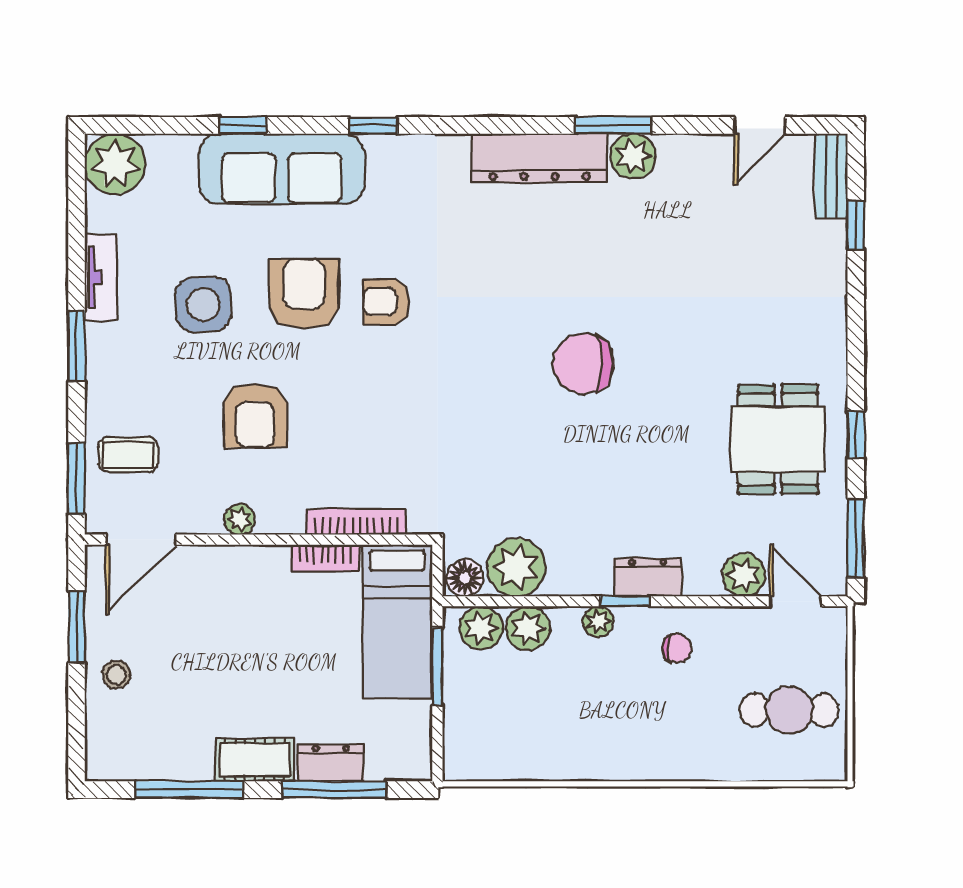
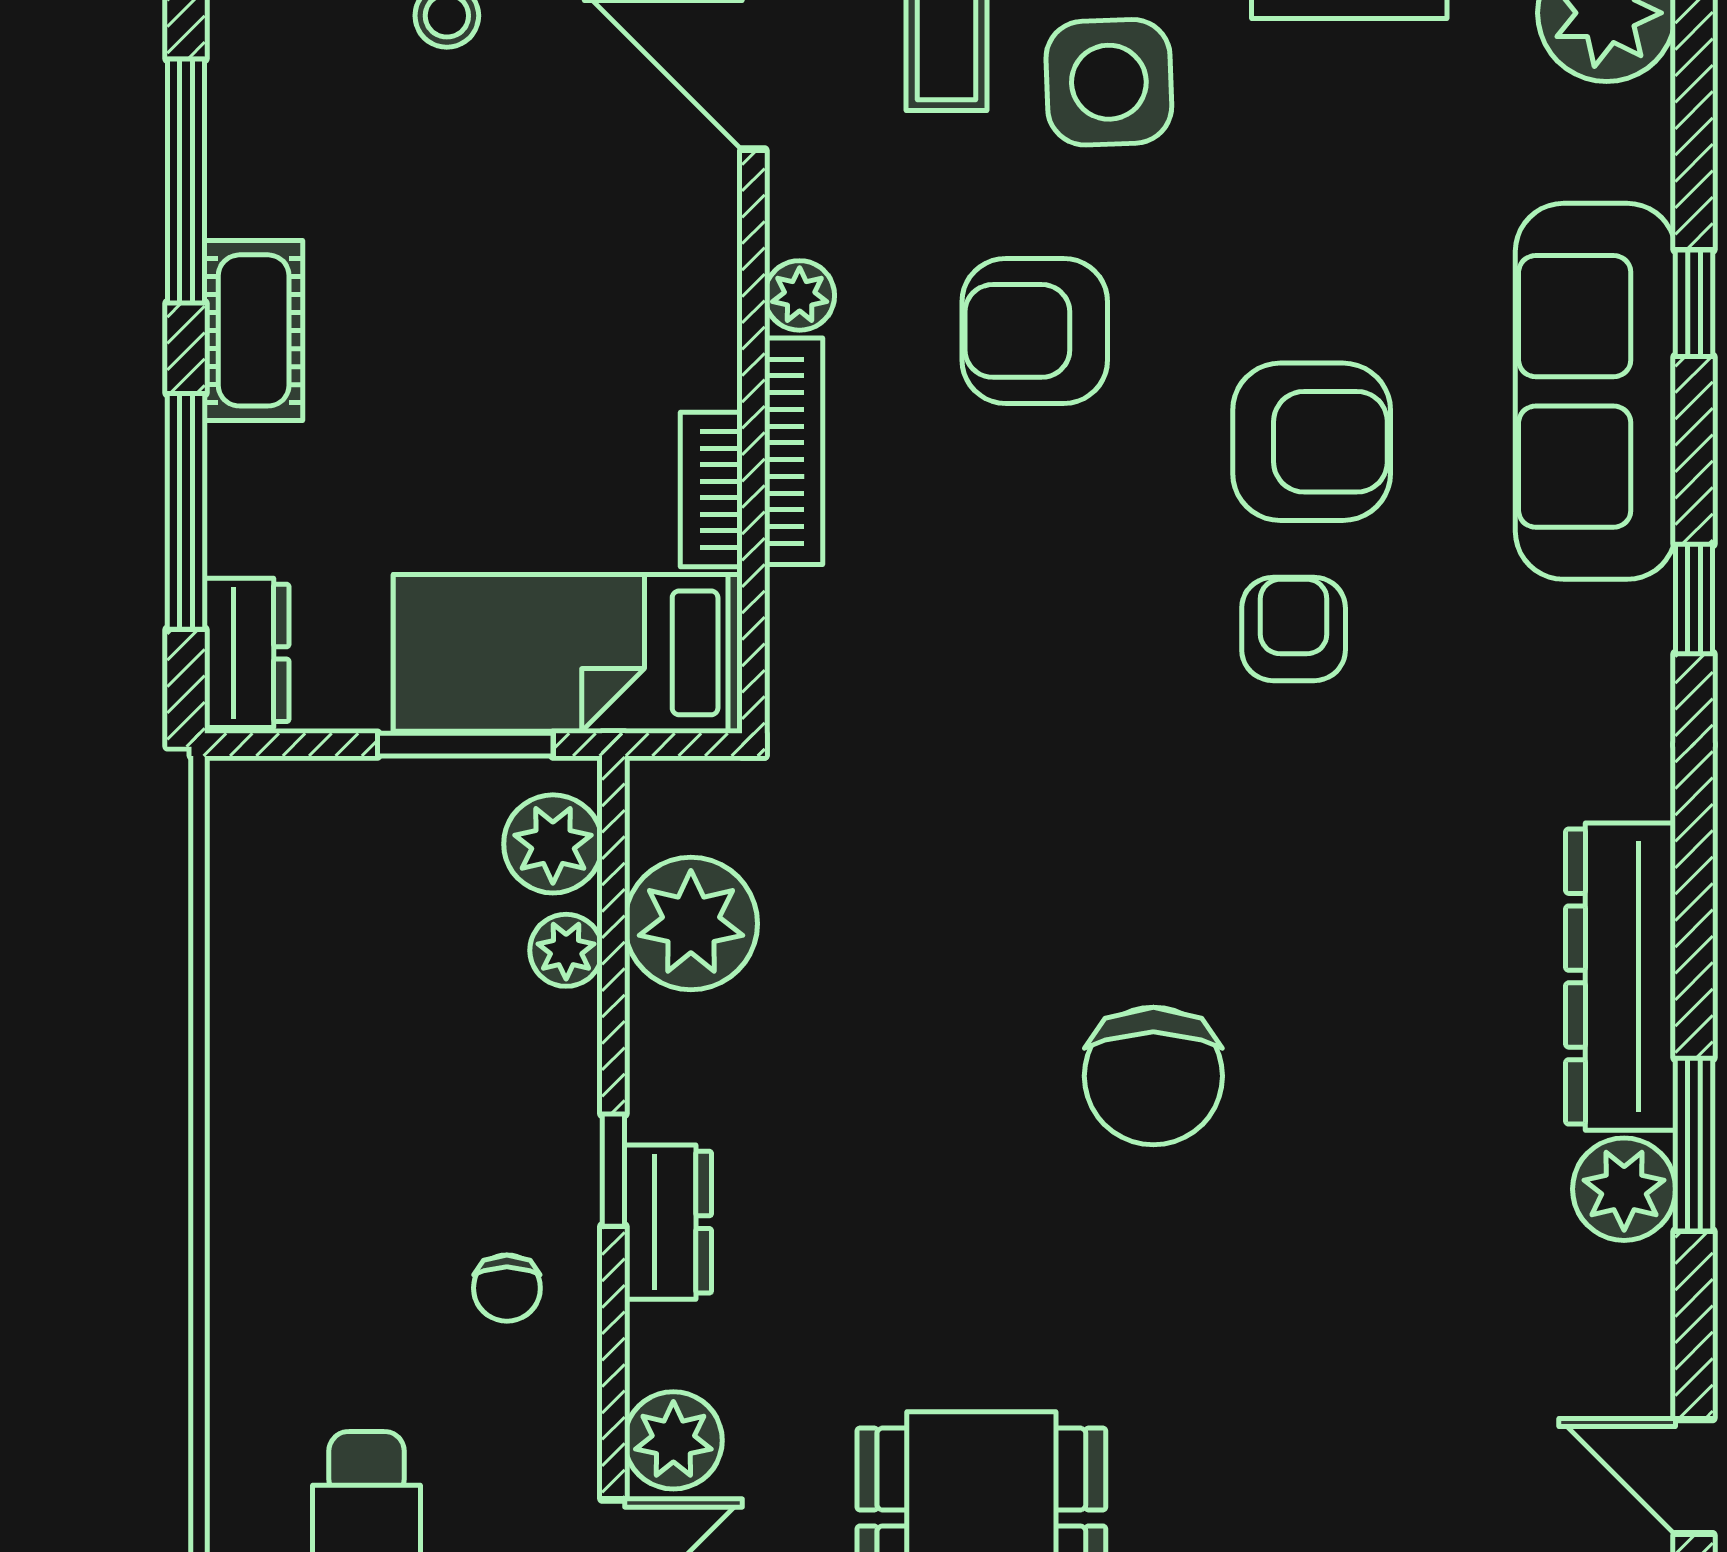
side table: (203, 304) -> (1109, 82), moved
chair: (583, 363) -> (1153, 1076), turned 180
bookcase: (356, 522) -> (794, 451), moved
floor lamp: (465, 578) -> (667, 807), removed
plant: (598, 622) -> (567, 1110), removed
plant: (528, 628) -> (566, 950), width x0.73, depth x0.73
dresser: (331, 763) -> (247, 653), moved

